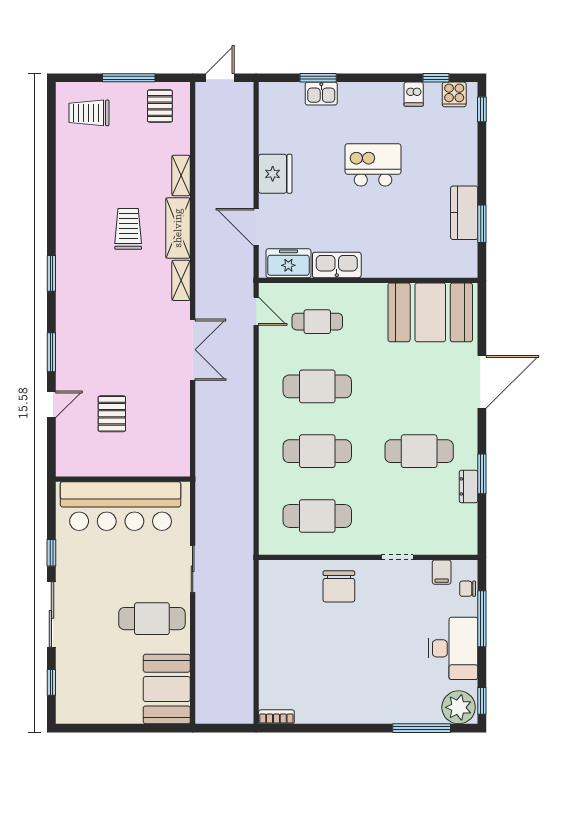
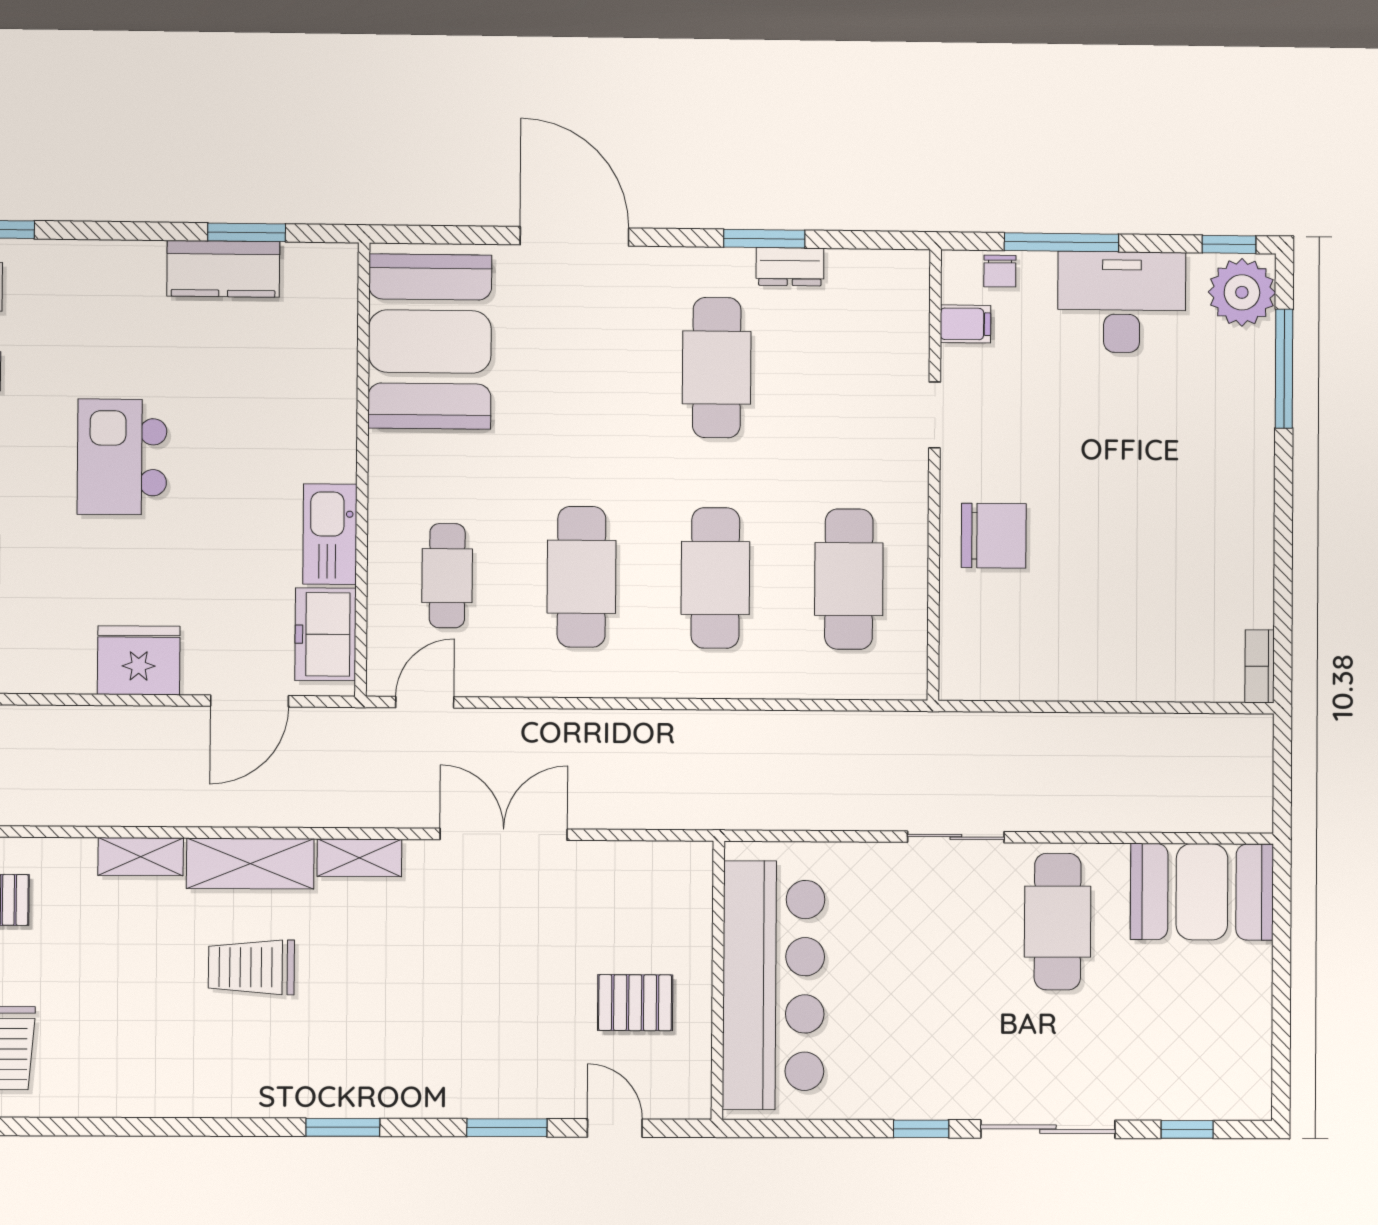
wall: (123, 479) -> (718, 980), moved
bar counter: (121, 506) -> (774, 985), moved

